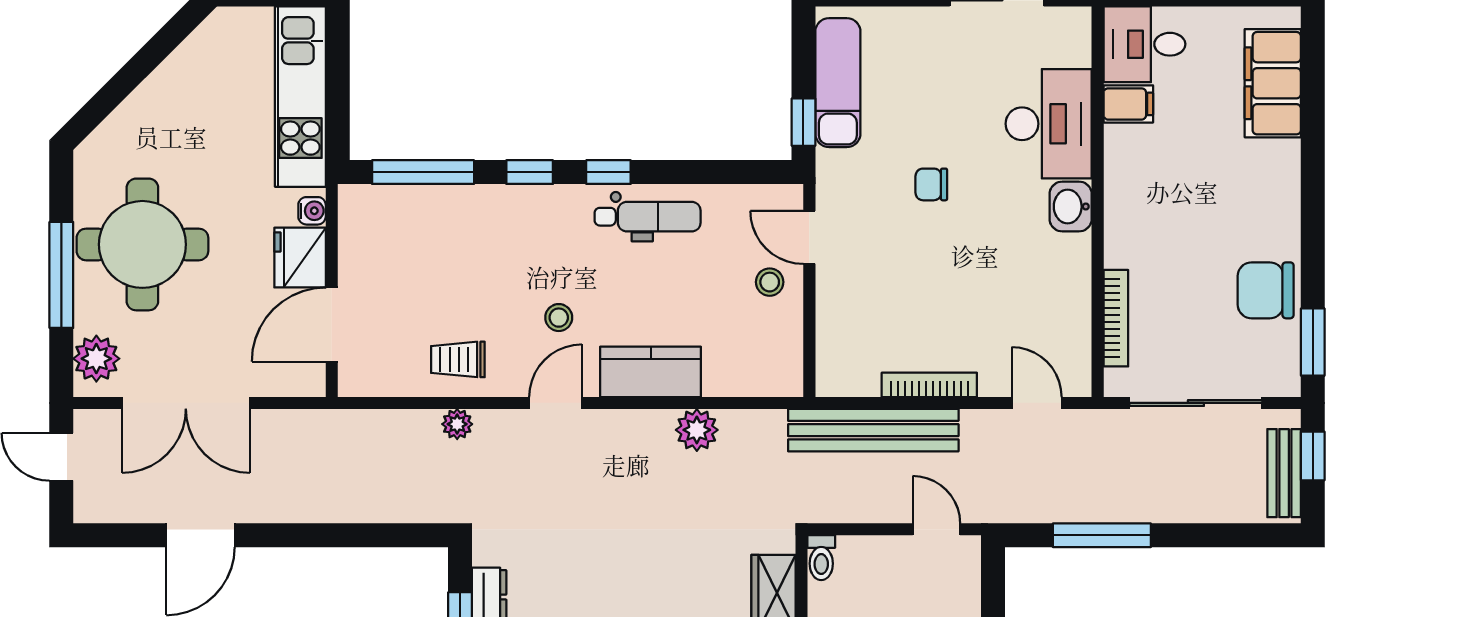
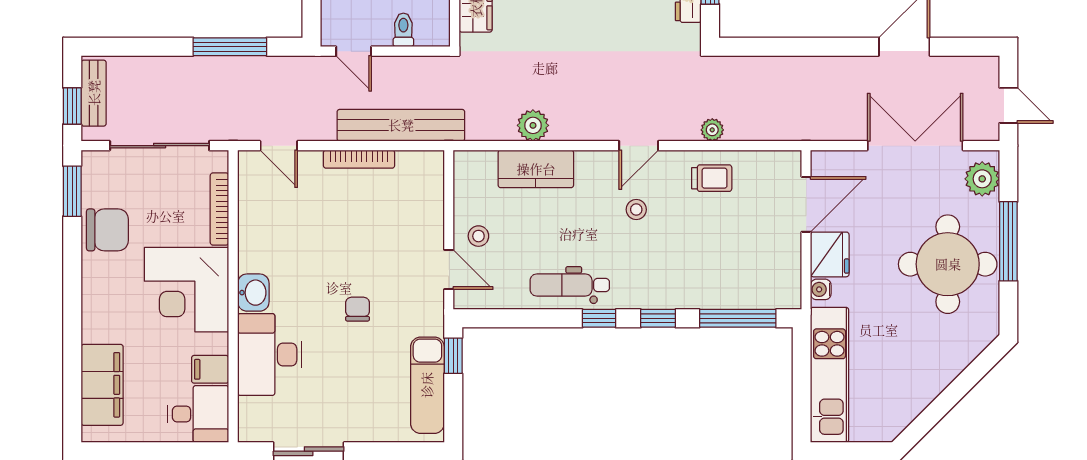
chair: (931, 184) -> (358, 309), turned -90
corner desk: (1160, 210) -> (186, 290), added
kitchen counter: (651, 372) -> (536, 169), moved
toilet: (821, 558) -> (403, 30), moved

